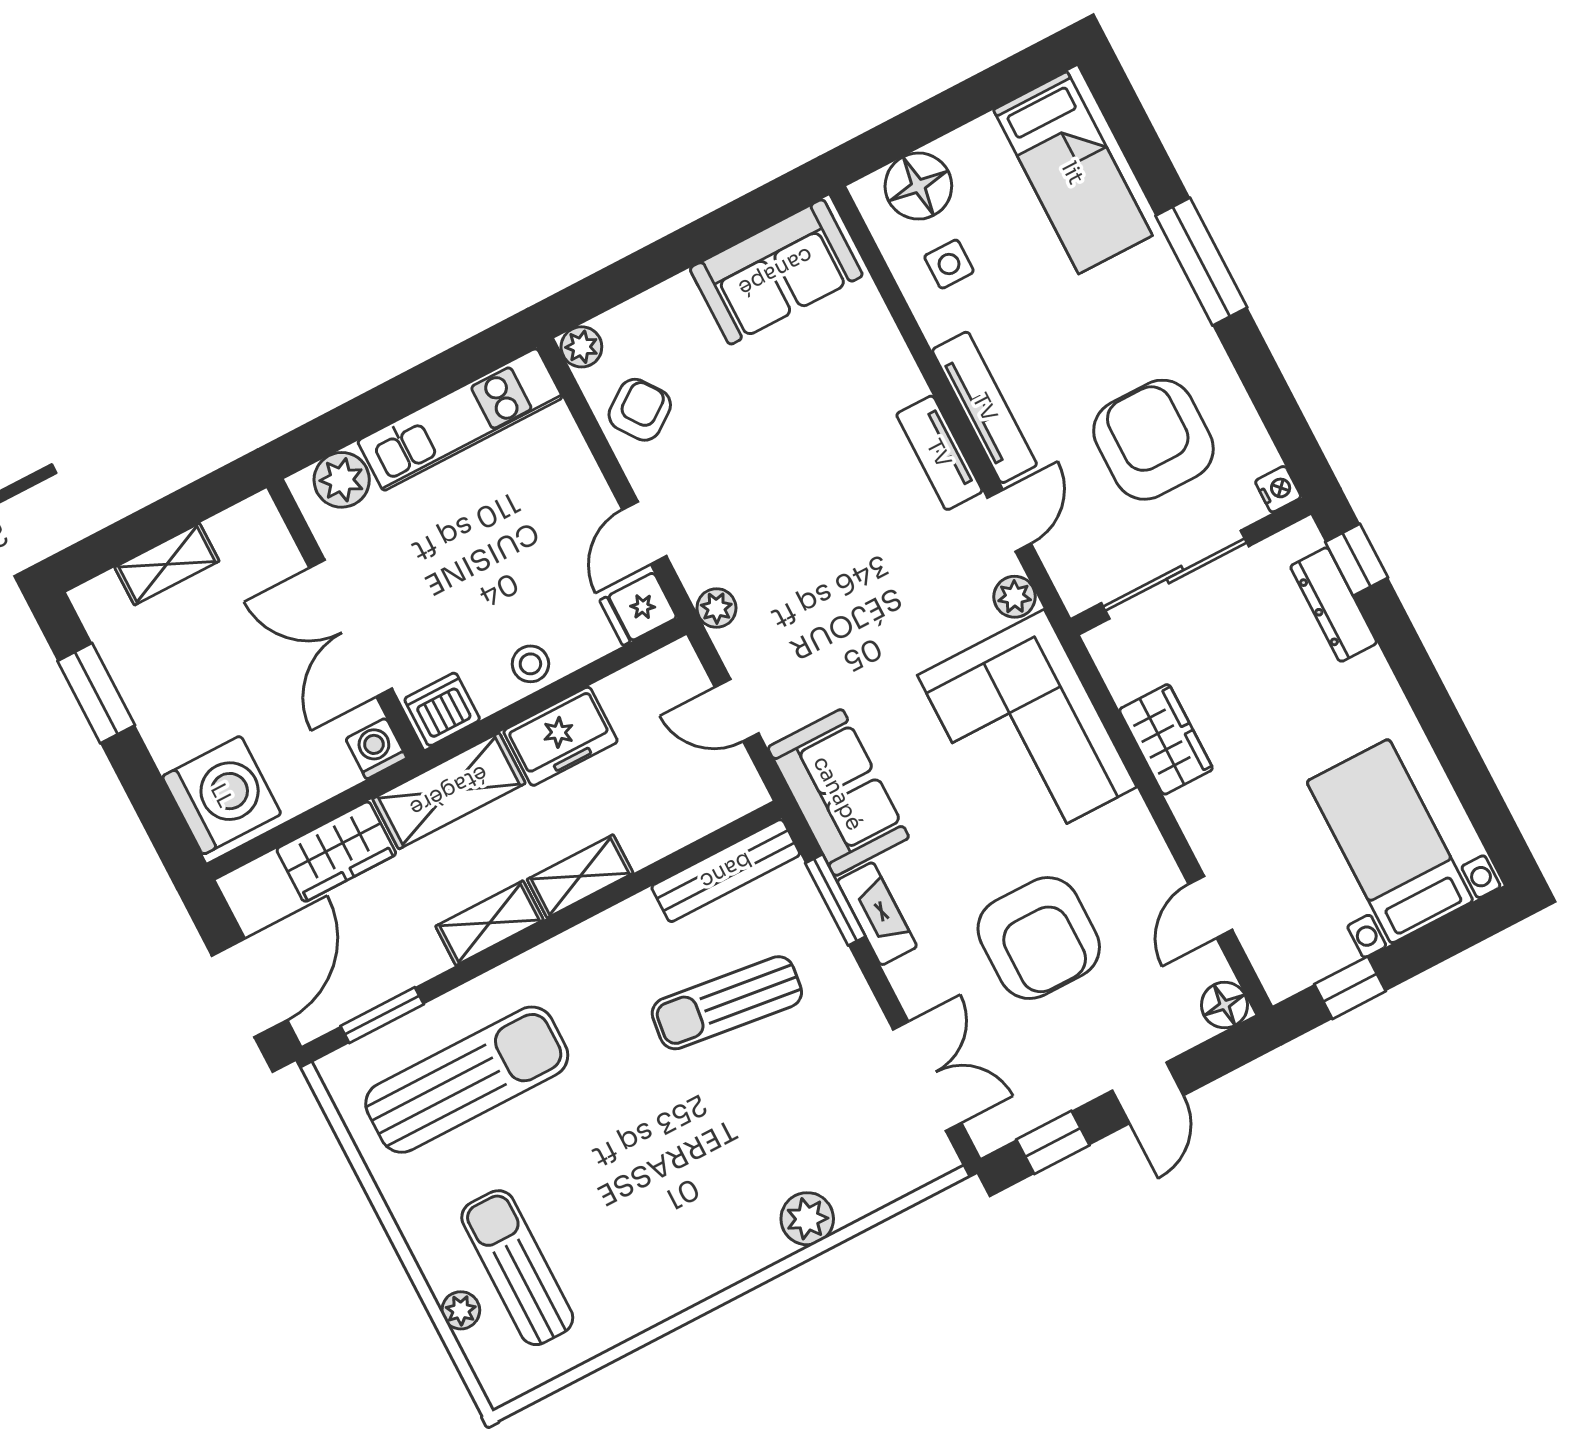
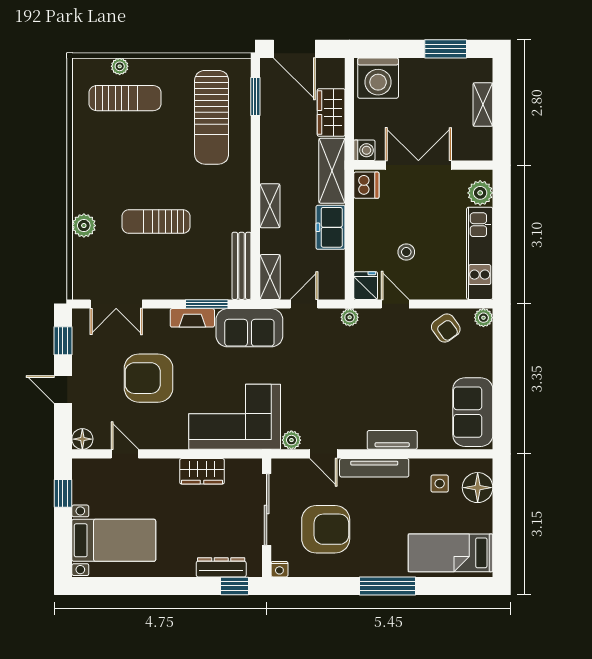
tv unit: (939, 453) -> (392, 440), moved
stool: (530, 664) -> (406, 252), moved
shelving: (489, 923) -> (270, 277), moved
sun lounger: (727, 1003) -> (156, 221), moved, turned -97

